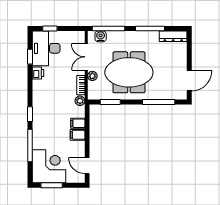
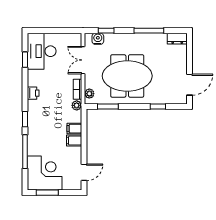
window: (50, 28) -> (46, 31), removed
window: (109, 28) -> (106, 31), width x0.46
dresser: (173, 36) -> (177, 39), width x0.70
printer: (38, 73) -> (33, 93), moved
plant: (92, 76) -> (89, 94), moved
window: (159, 102) -> (158, 107), width x0.46
door: (87, 166) -> (84, 172), swing flipped

